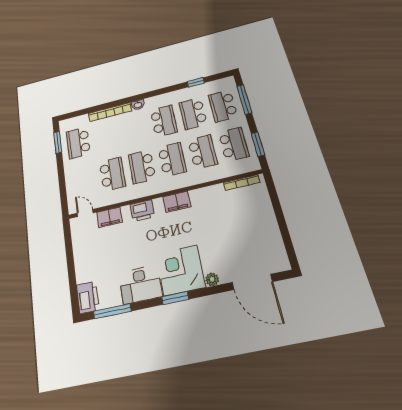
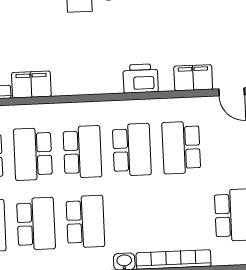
school desk: (164, 121) -> (85, 222), turned 180
school desk: (172, 159) -> (82, 152), turned 180
filing cabinet: (177, 202) -> (31, 85), moved

